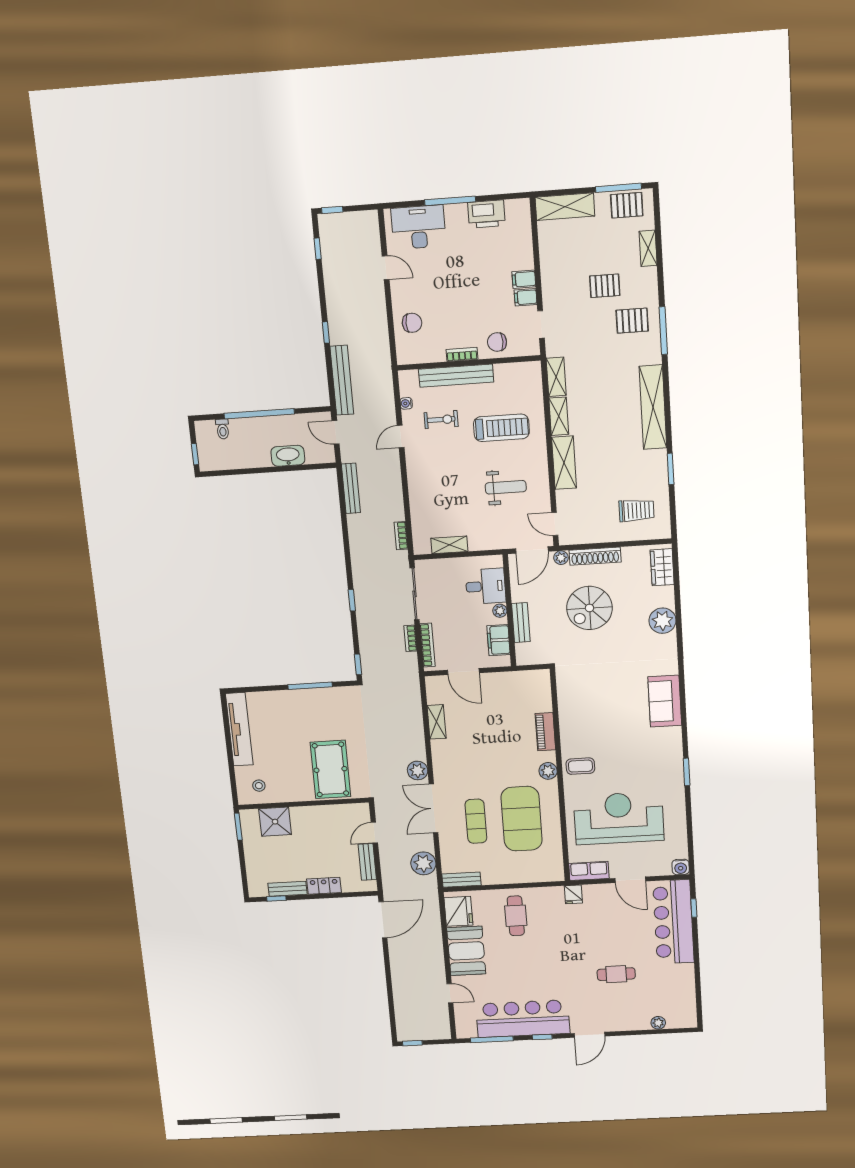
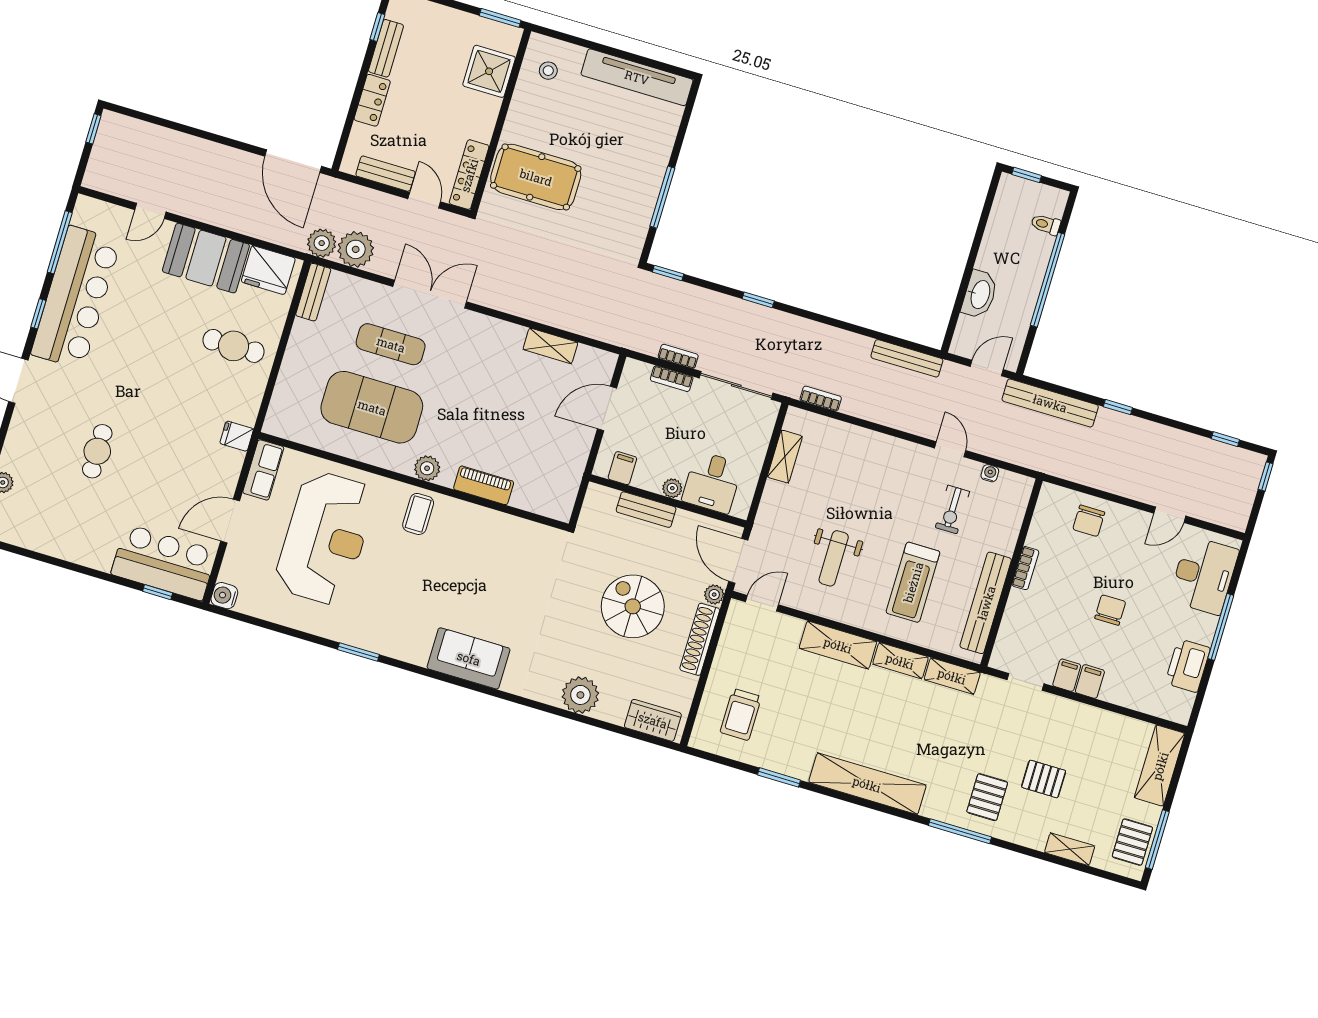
pallet: (605, 286) -> (1044, 779), turned 90
chair: (497, 342) -> (1110, 610), moved
bench: (456, 376) -> (986, 603), moved
filing cabinet: (498, 640) -> (622, 468), width x0.50
bookcase: (428, 645) -> (672, 379), width x0.64
plant: (418, 771) -> (322, 243), moved
locker: (346, 811) -> (469, 175), added
bar counter: (673, 922) -> (164, 562), width x0.73

